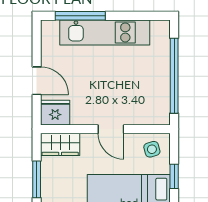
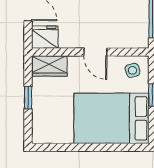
window: (37, 179) -> (28, 98), width x0.67

